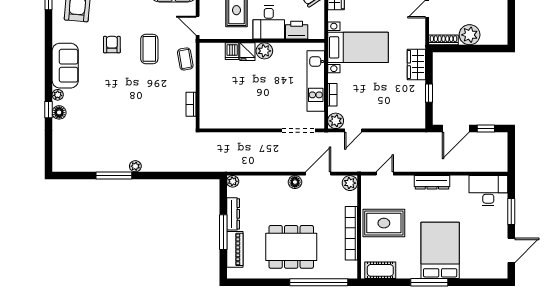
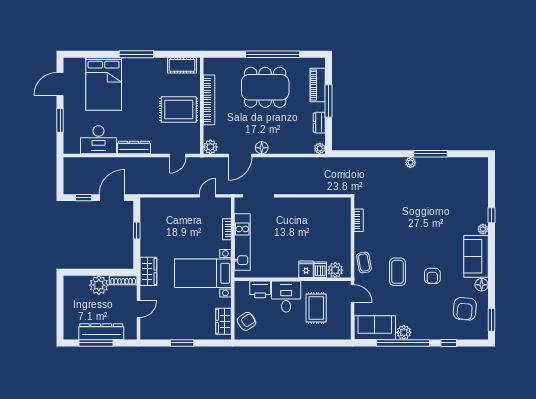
plant: (264, 51) -> (335, 270), moved
wardrobe: (416, 64) -> (148, 271), moved
floor lamp: (59, 112) -> (482, 285), moved
plant: (336, 121) -> (224, 205), removed
desk: (488, 191) -> (98, 140), moved
dresser: (233, 214) -> (319, 123), width x0.70
bed: (440, 250) -> (104, 84), moved
window: (319, 282) -> (273, 54), moved

